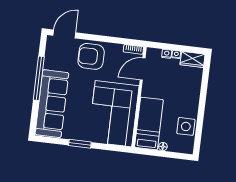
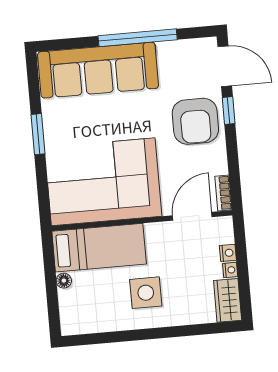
window: (89, 37) -> (229, 111), added
armchair: (91, 56) -> (195, 121), turned 180
door: (143, 69) -> (192, 216), hinge flipped
side table: (186, 126) -> (146, 293), moved

